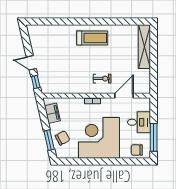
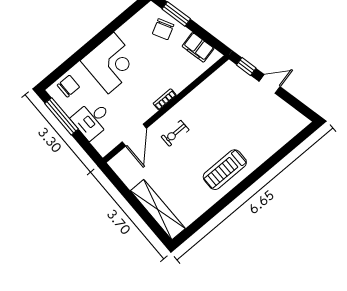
corner desk: (99, 138) -> (111, 63), width x0.74, depth x0.74

